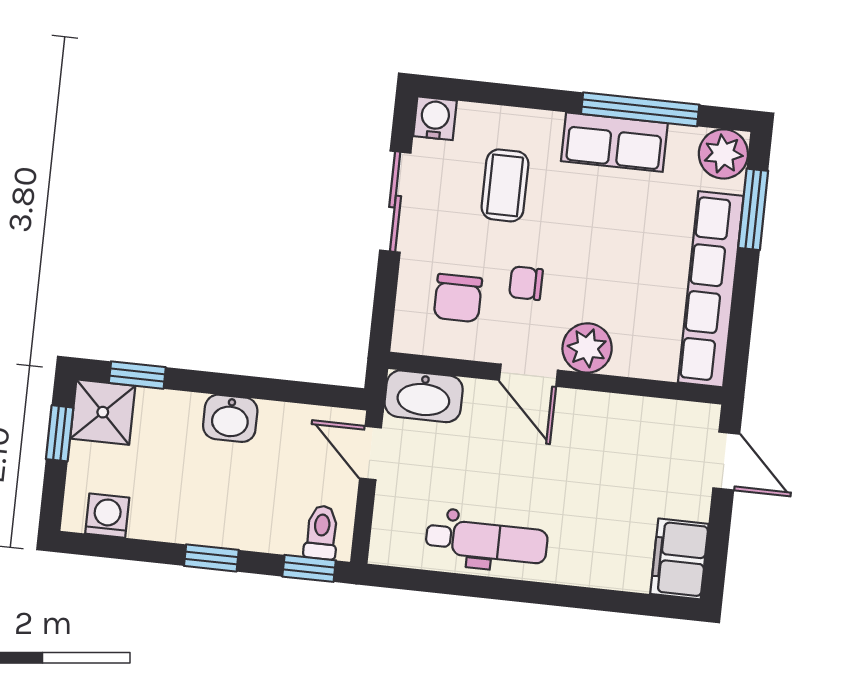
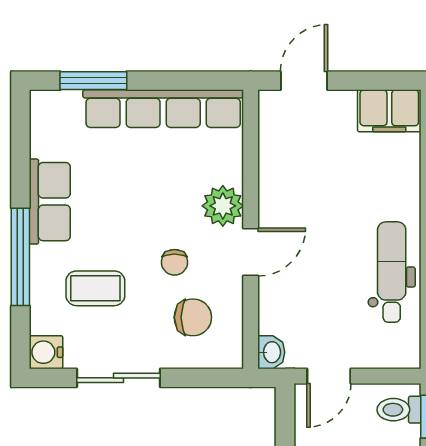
window: (640, 109) -> (20, 257), moved
plant: (723, 154) -> (50, 110), removed
washbasin: (424, 396) -> (271, 352), width x0.52, depth x0.69

